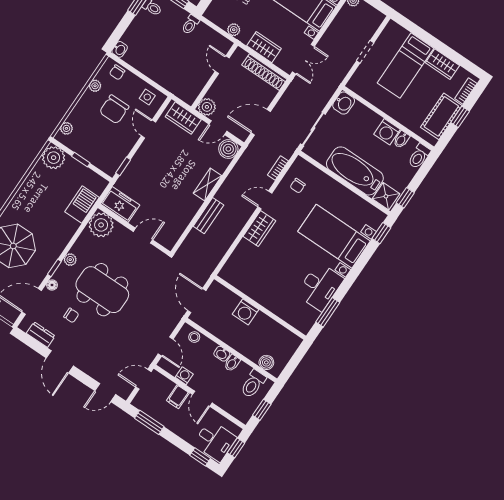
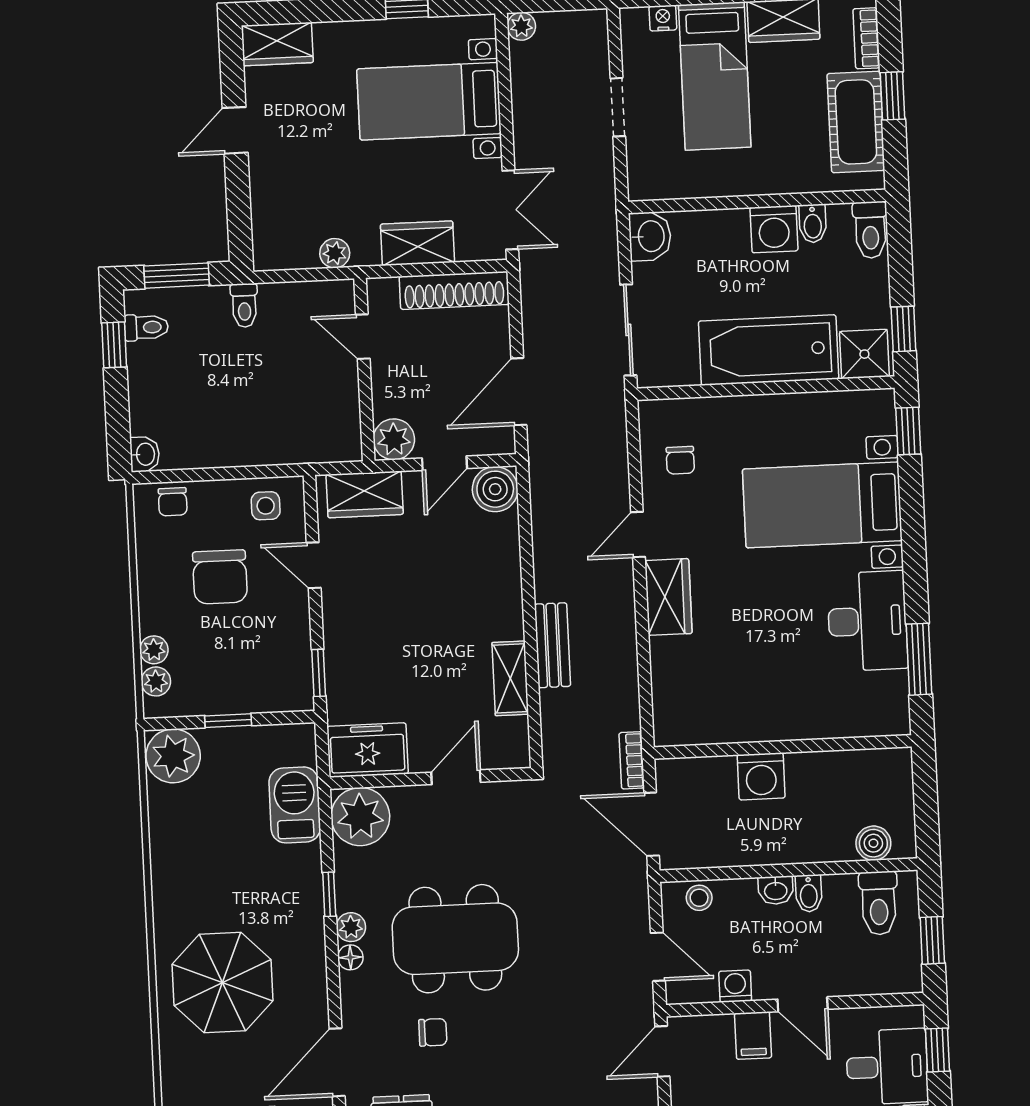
nightstand: (403, 33) -> (663, 18), added
plant: (95, 86) -> (154, 650), moved
bookcase: (278, 168) -> (632, 760), moved
shelving: (207, 184) -> (510, 678), moved
window: (54, 268) -> (329, 894), moved
floor lamp: (52, 285) -> (350, 957), moved

